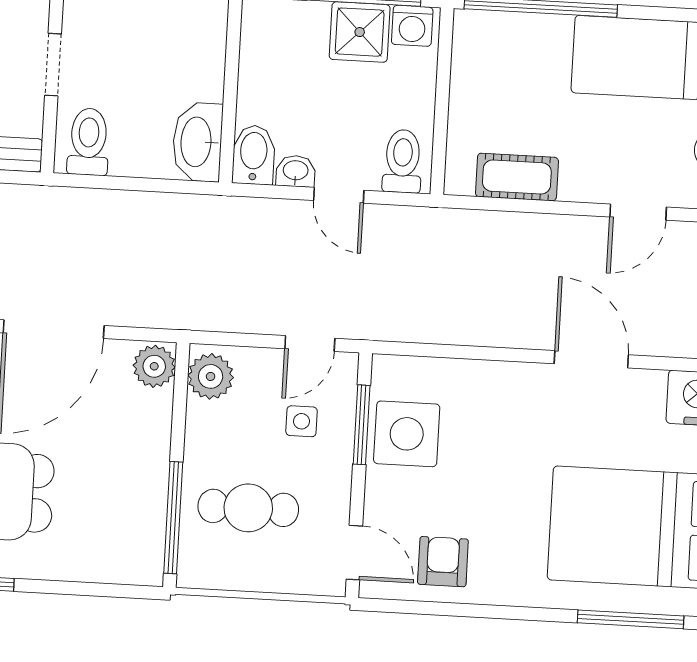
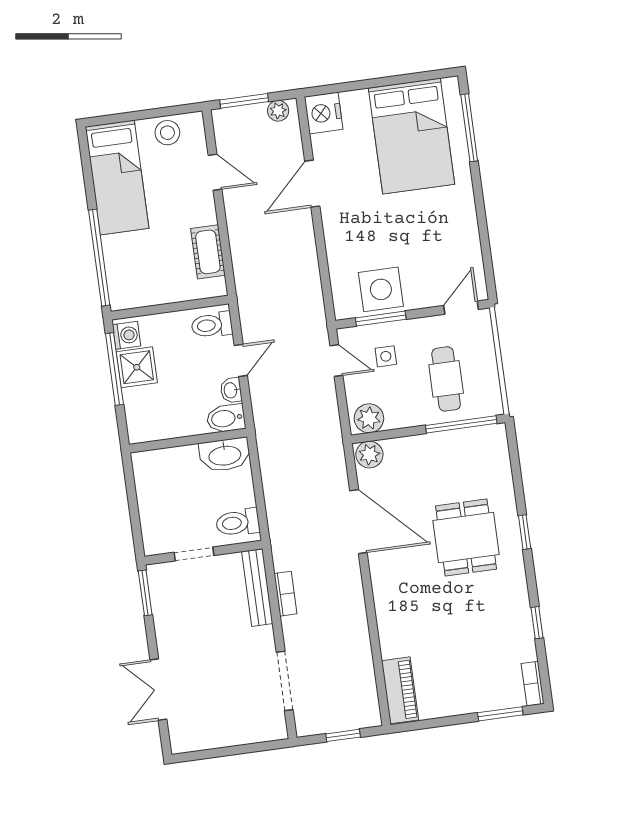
armchair: (443, 562) -> (456, 251), removed

